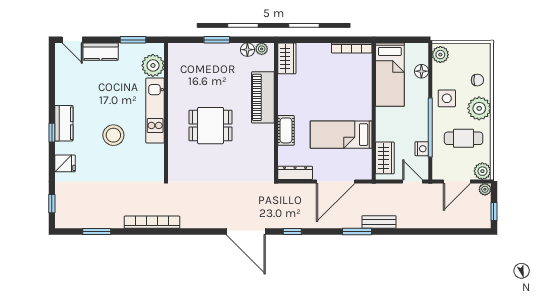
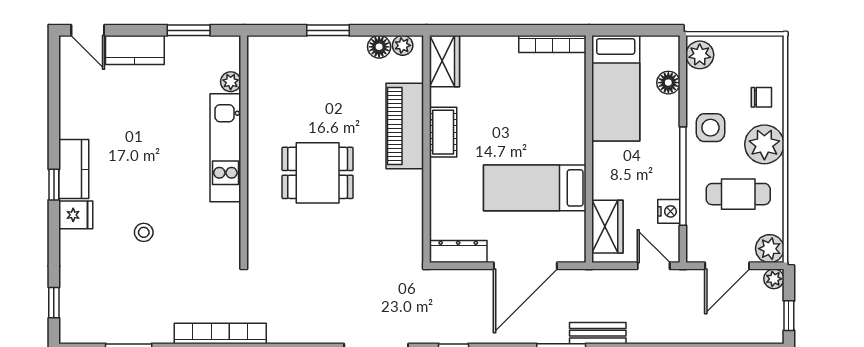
plant: (153, 65) -> (231, 82), width x0.53, depth x0.53
cot: (286, 130) -> (443, 132), moved
stool: (113, 135) -> (144, 232), moved, width x0.53, depth x0.53
fridge: (65, 163) -> (76, 215), moved

